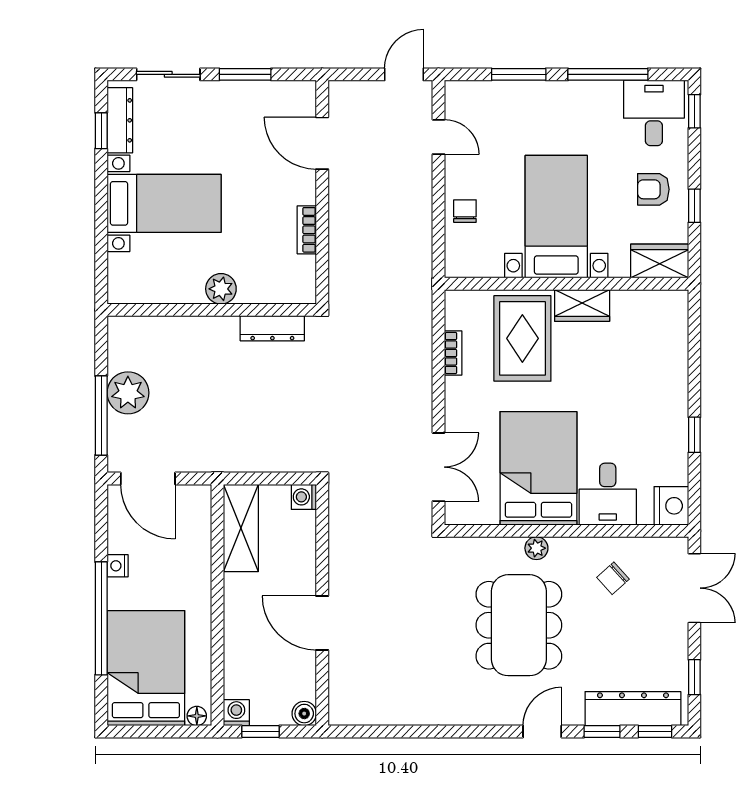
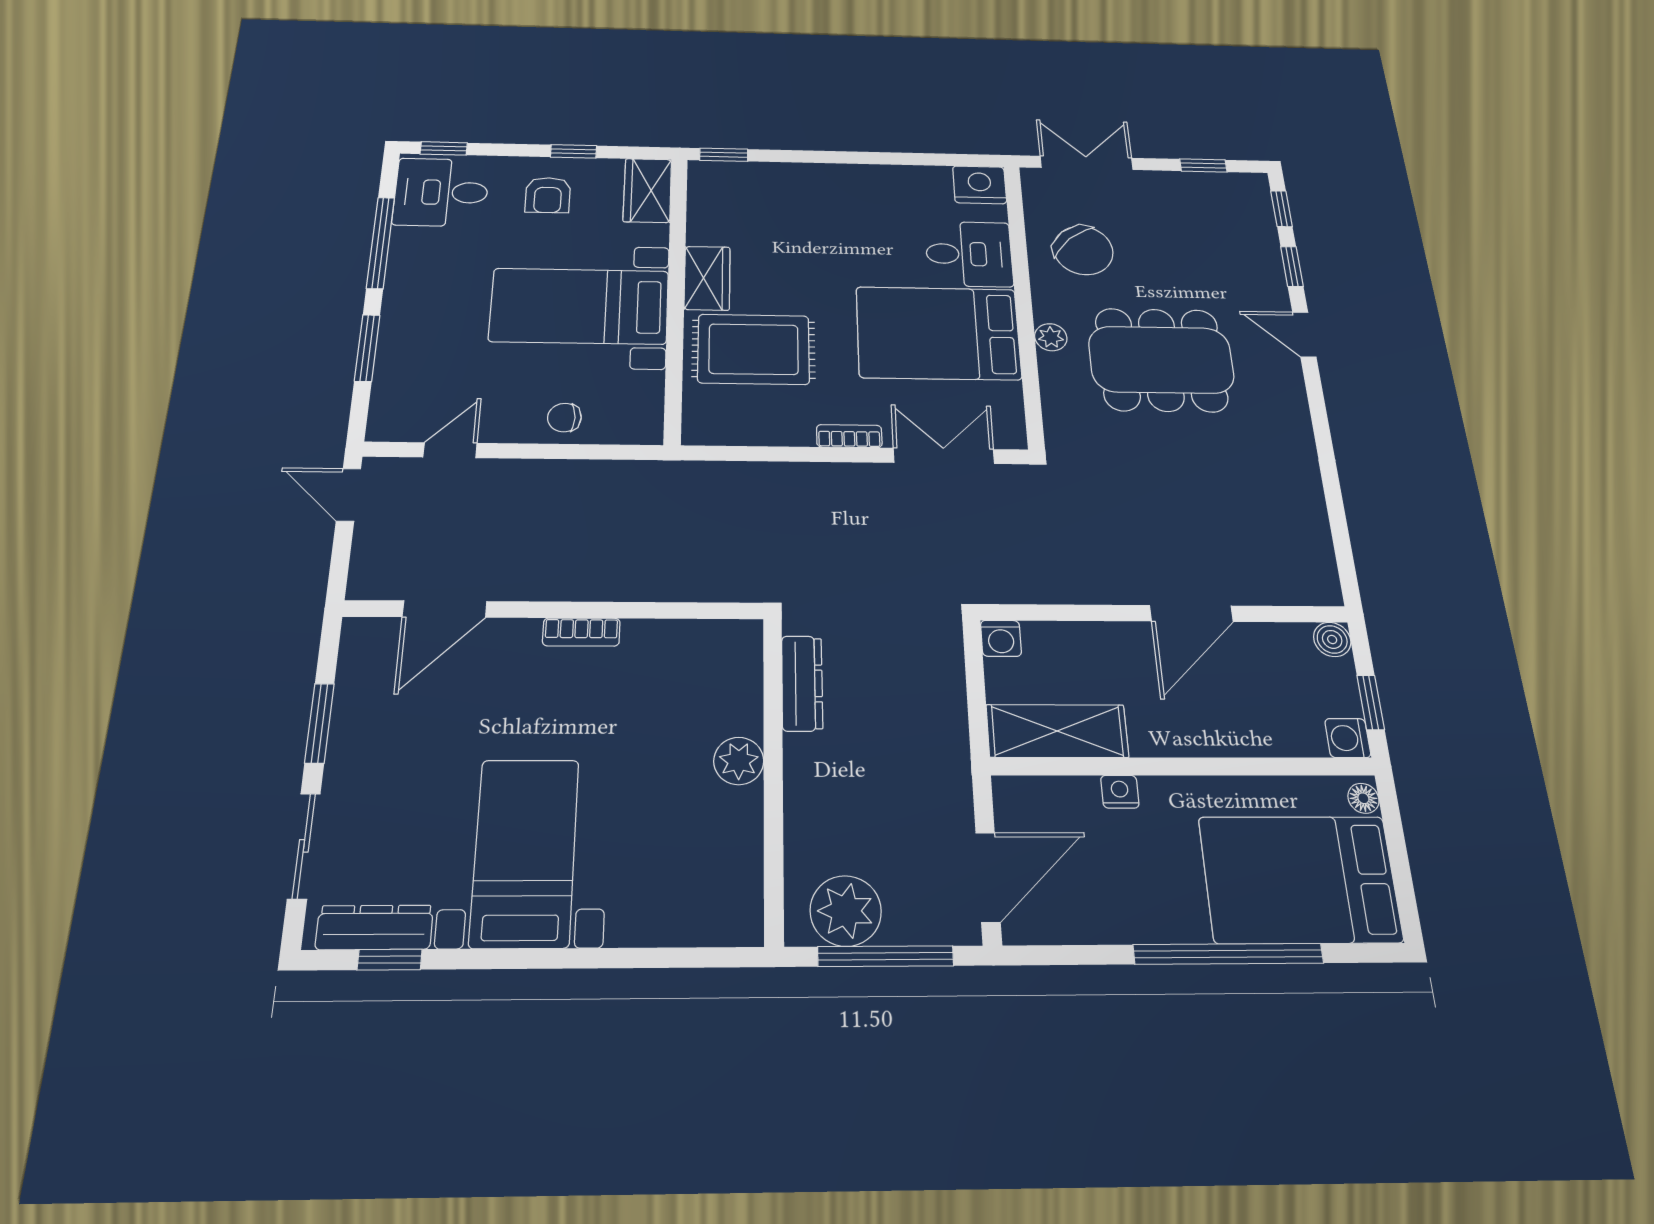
plant: (221, 289) -> (739, 761), moved
wall: (212, 310) -> (773, 775), moved
dresser: (272, 328) -> (802, 683), moved
bookcase: (453, 353) -> (849, 436), moved
window: (694, 435) -> (724, 155), moved
nightstand: (118, 566) -> (1120, 792), moved, turned 180
chair: (613, 578) -> (1083, 250), width x1.87, depth x1.87
dresser: (633, 709) -> (1255, 232), removed

